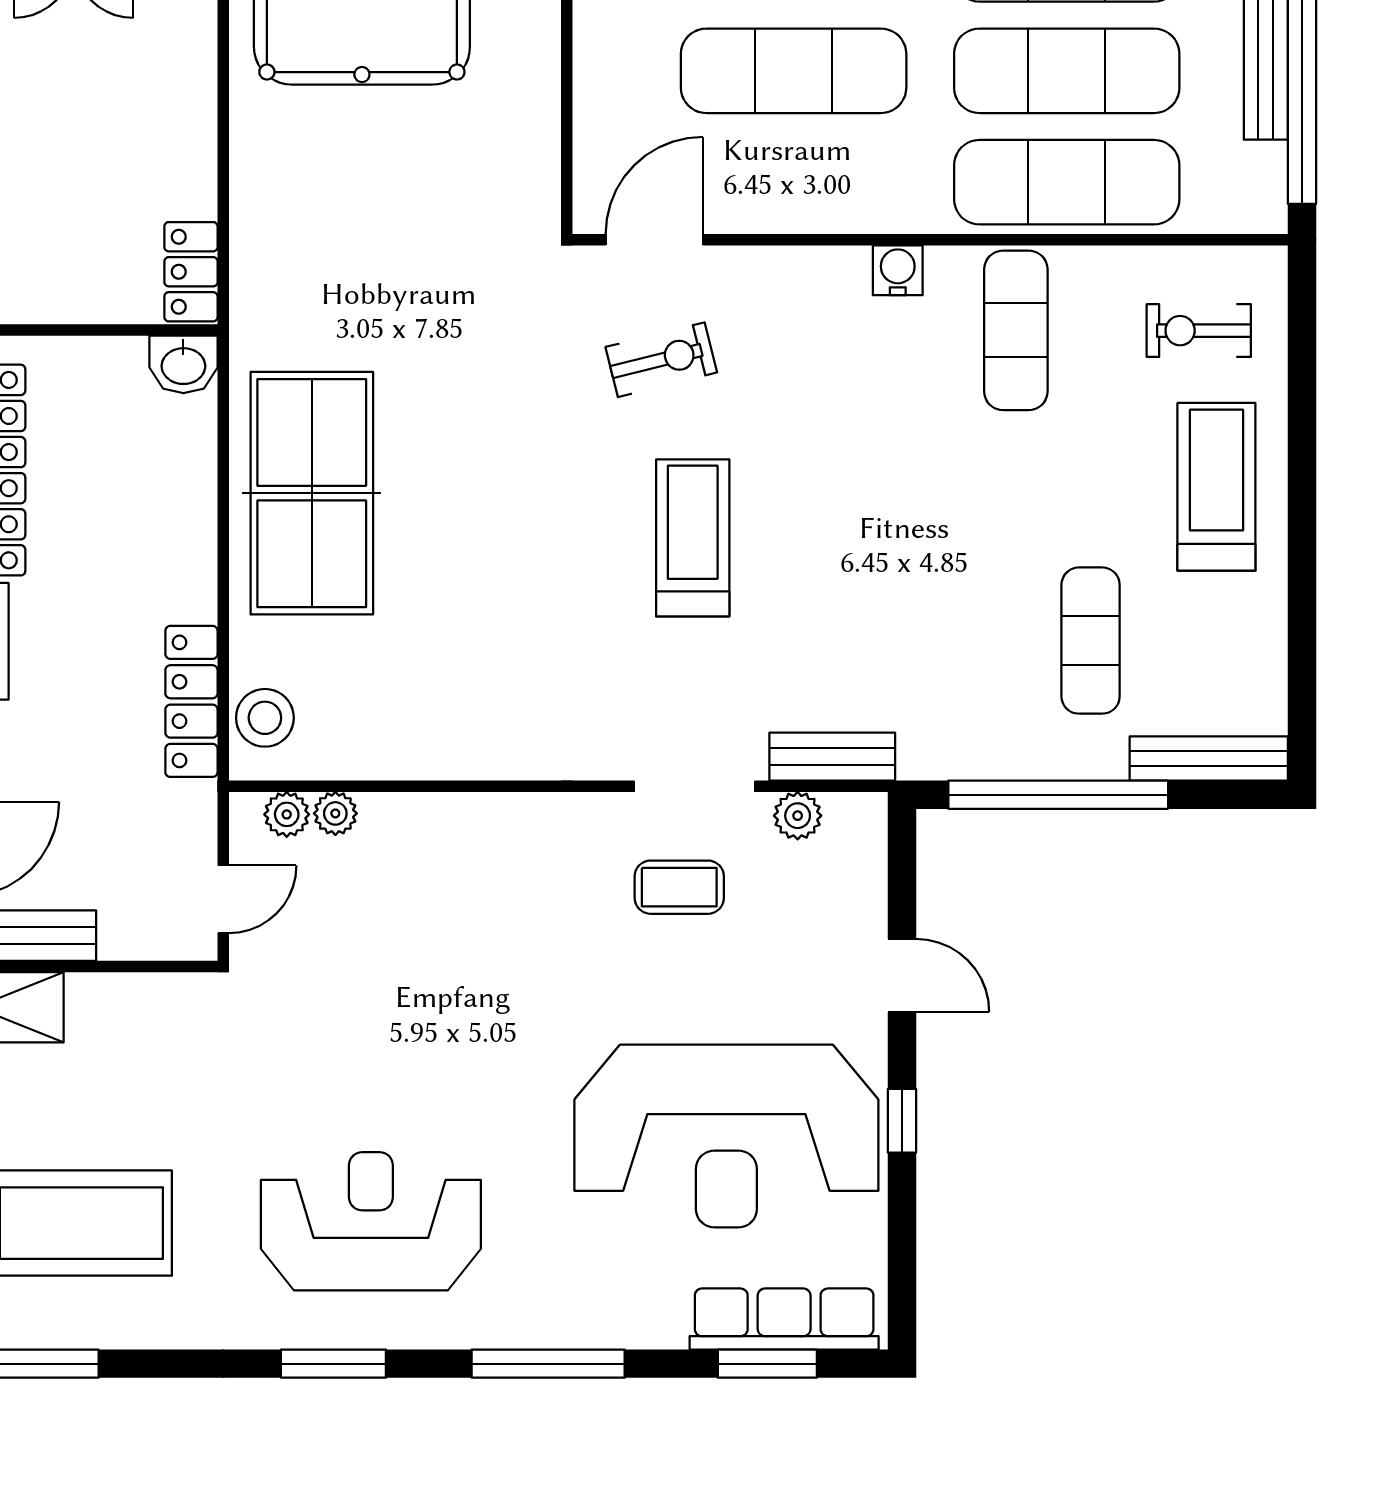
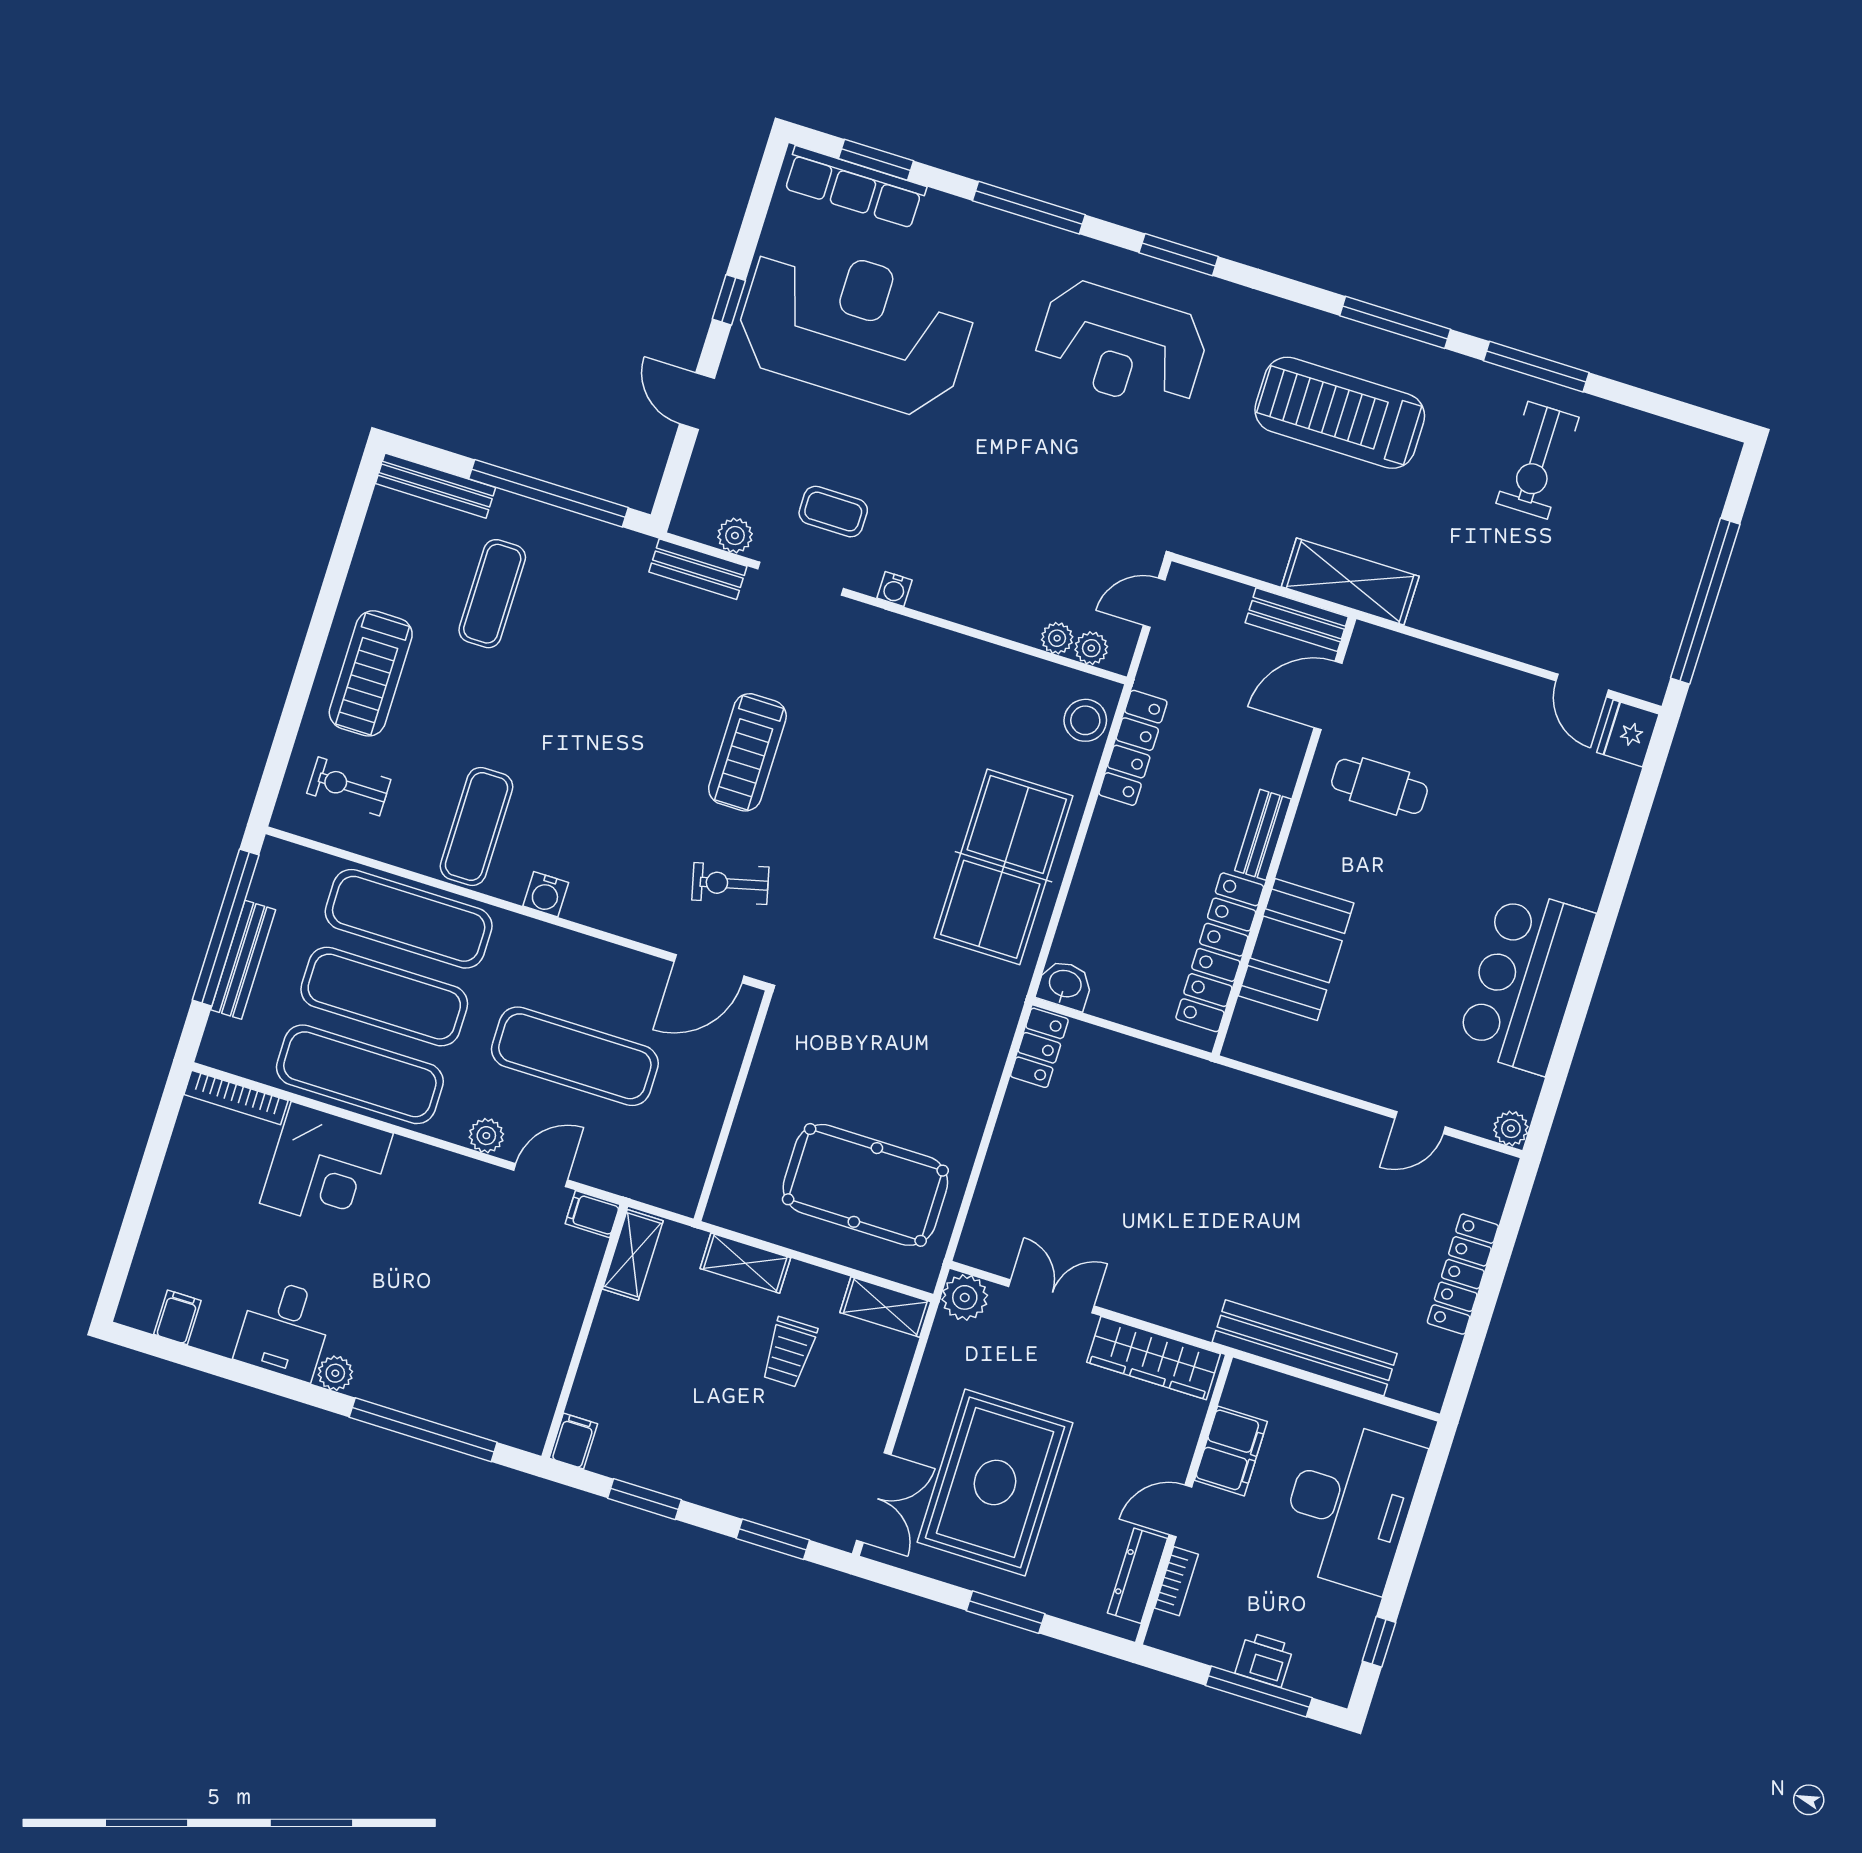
exercise bike: (1199, 331) -> (349, 786), turned 180
water cooler: (568, 811) -> (894, 589), added

